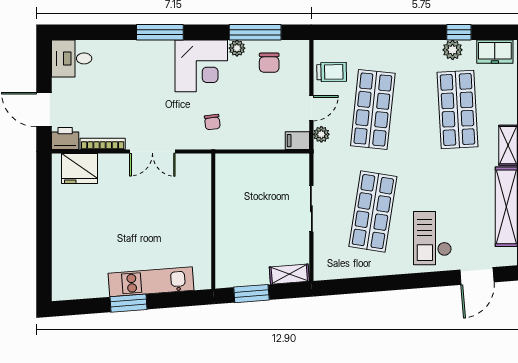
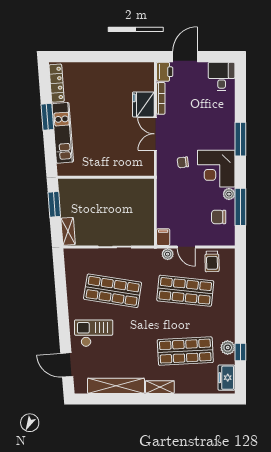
chair: (212, 122) -> (183, 162), moved
fridge: (79, 168) -> (143, 104), moved
locker: (81, 290) -> (57, 83), added

